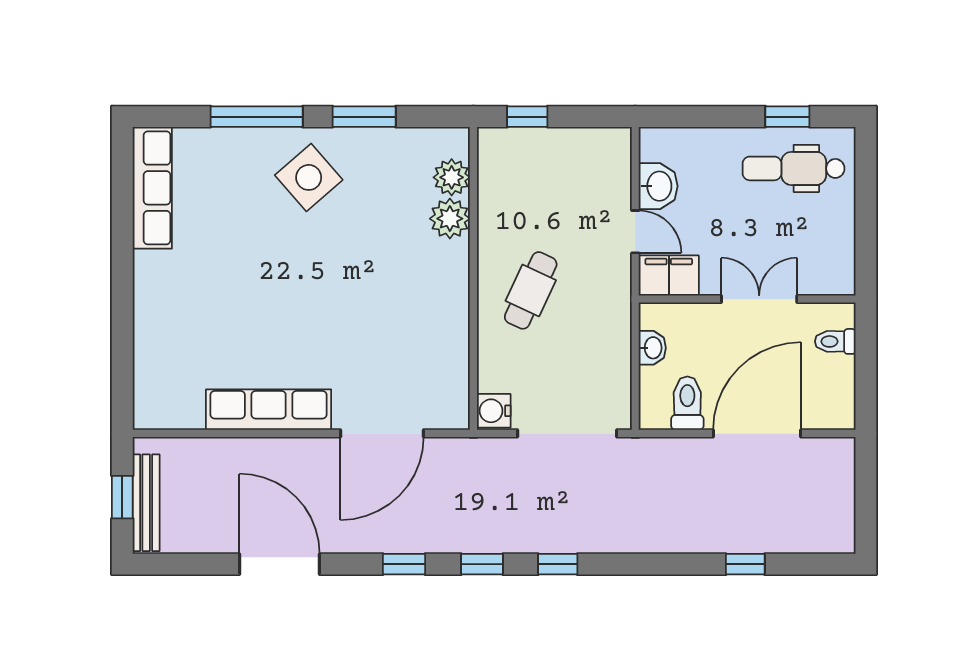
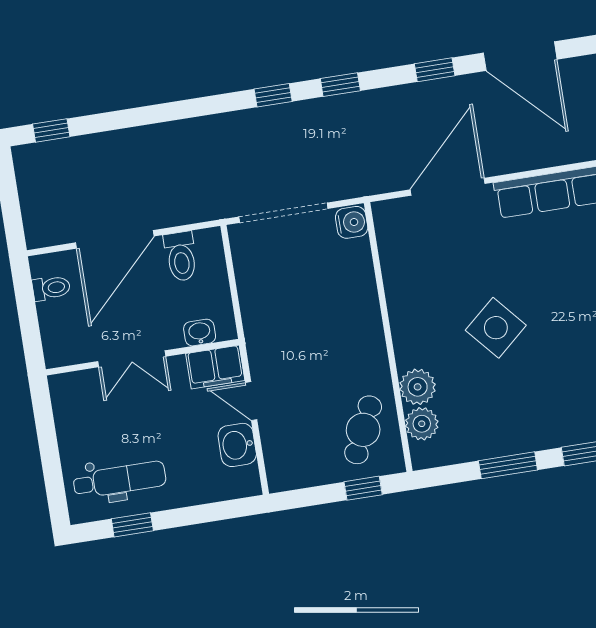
side table: (309, 177) -> (496, 328), moved
cafe table: (531, 290) -> (363, 430), moved
toilet: (835, 341) -> (51, 288), moved
washbasin: (652, 348) -> (200, 333), moved, turned 90
window: (404, 564) -> (435, 70), moved
window: (745, 564) -> (51, 130), moved

